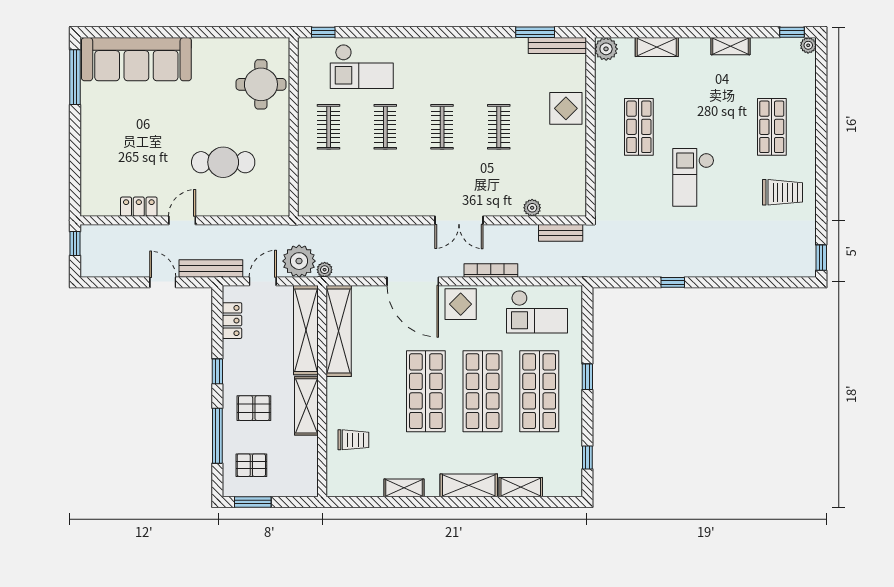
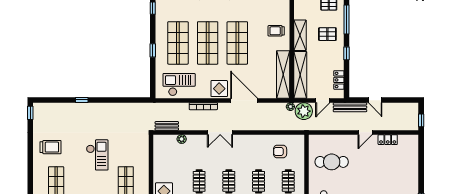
cafe table: (223, 162) -> (332, 162), moved
armchair: (344, 184) -> (280, 151), added
trolley: (783, 192) -> (50, 147), turned 180
double door: (459, 220) -> (220, 132), swing flipped
window: (673, 282) -> (82, 100), moved
trolley: (353, 440) -> (276, 31), moved

